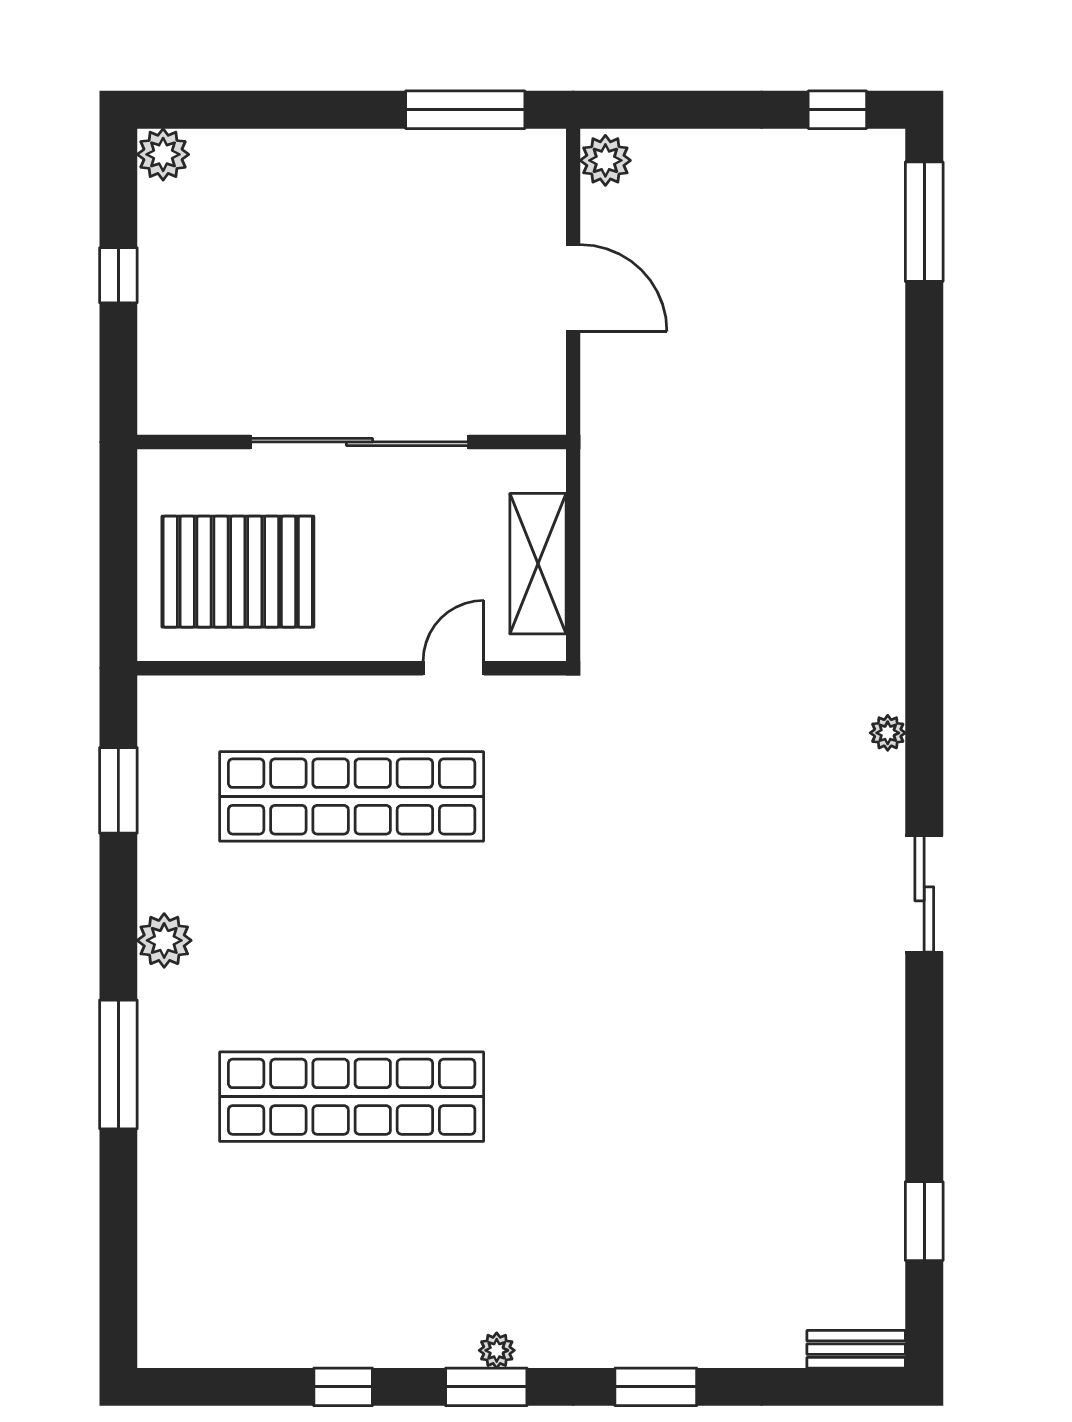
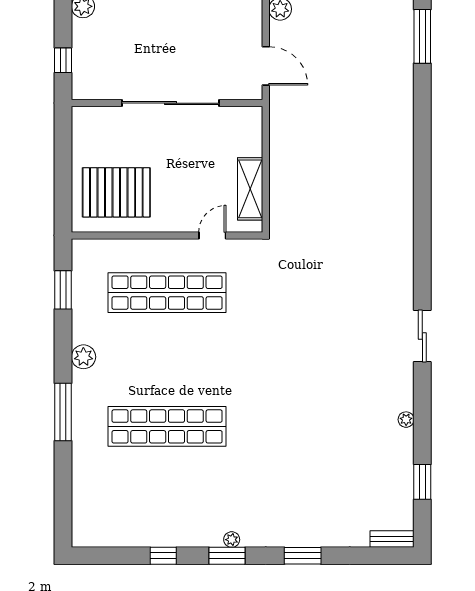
wall: (352, 442) -> (167, 103), moved
sliding door: (360, 442) -> (171, 103), moved
plant: (888, 733) -> (406, 420), moved

